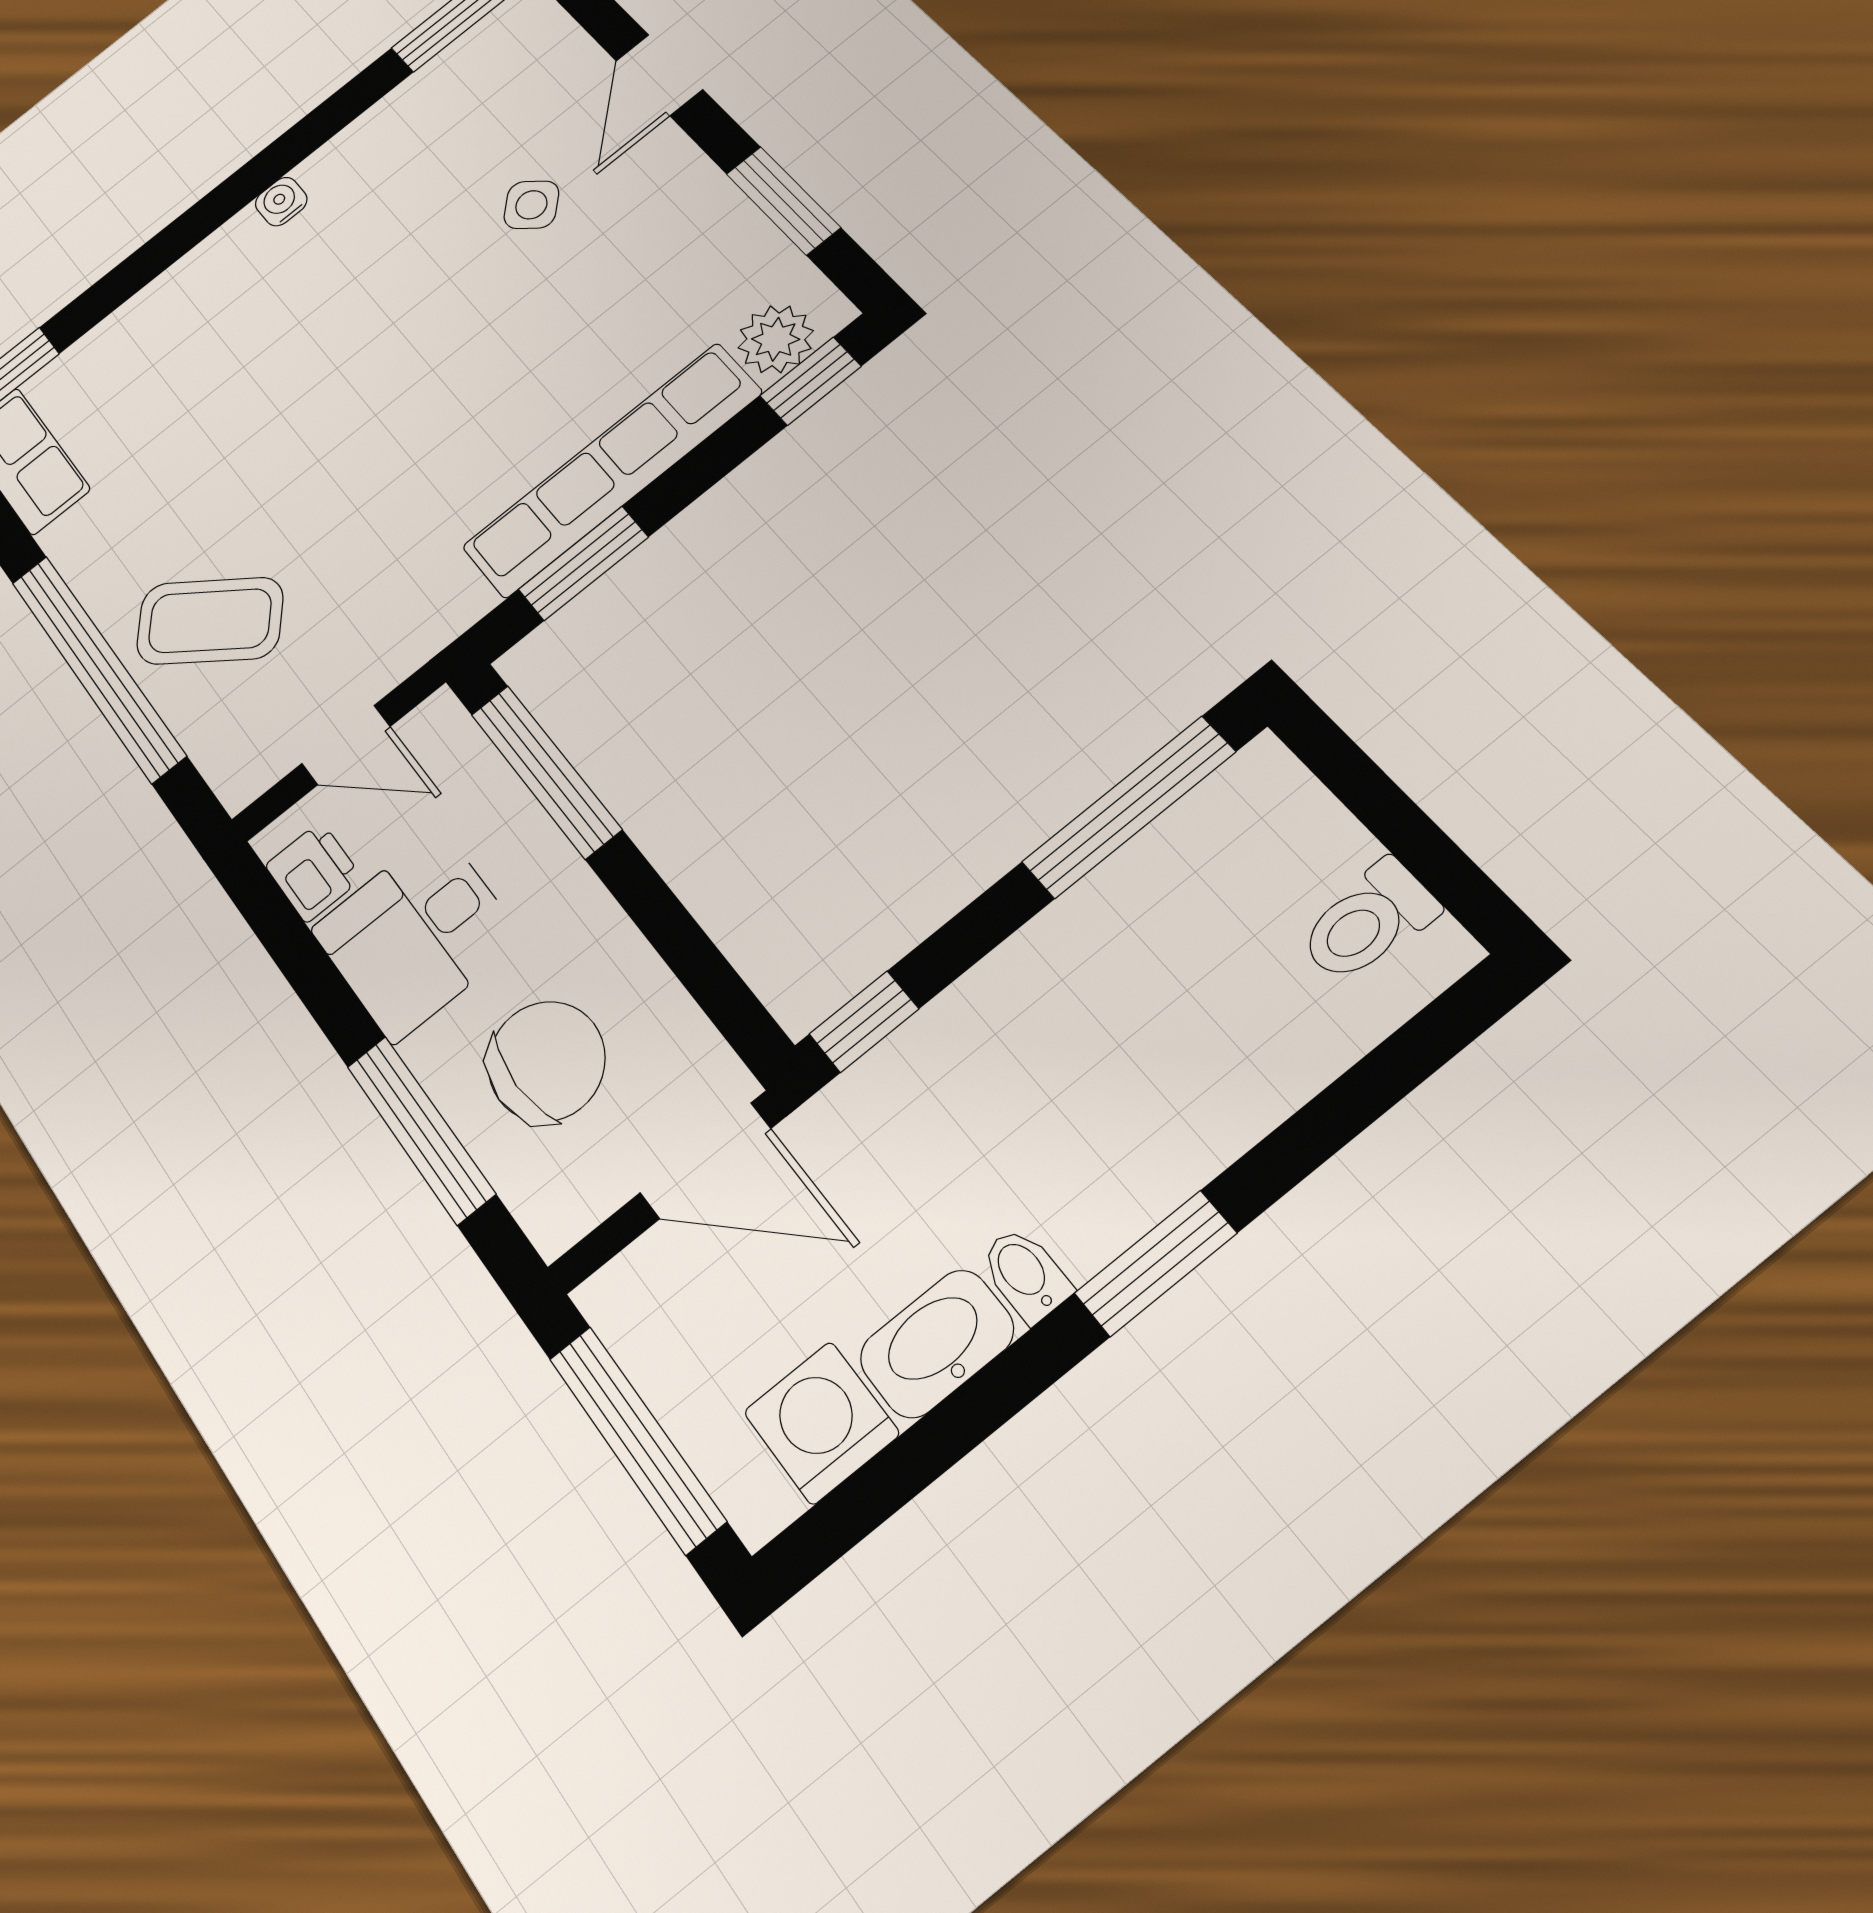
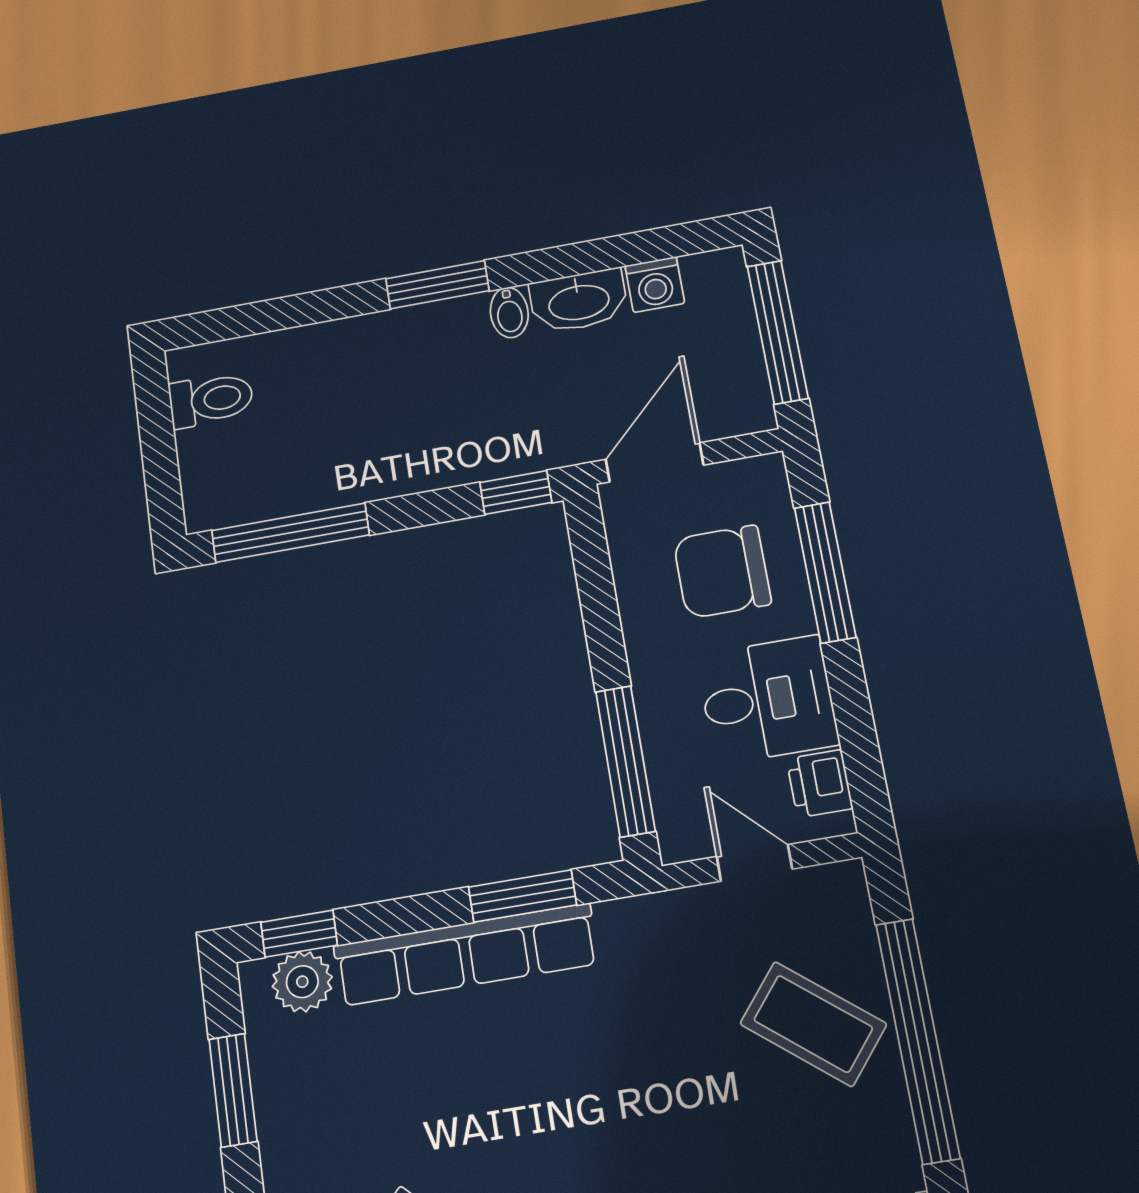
door: (705, 1161) -> (655, 462), hinge flipped
washing machine: (821, 1423) -> (655, 284), width x0.73, depth x0.73

